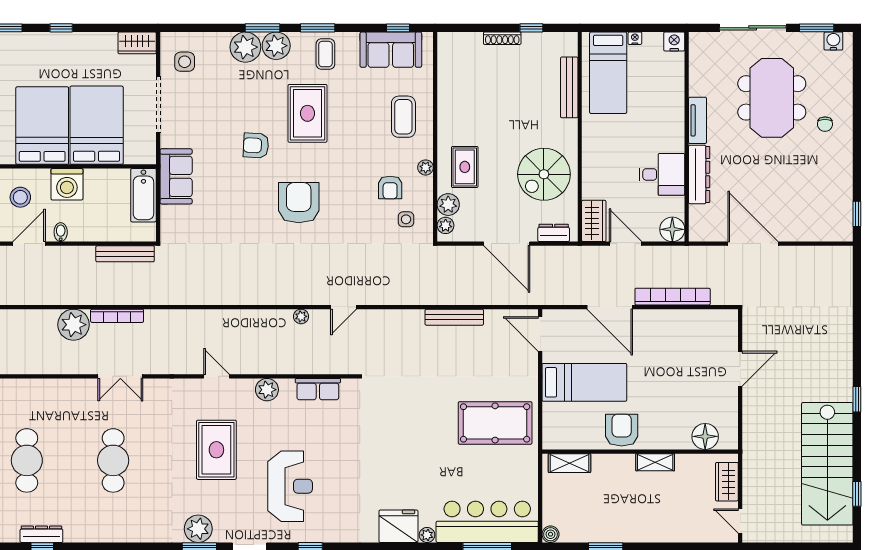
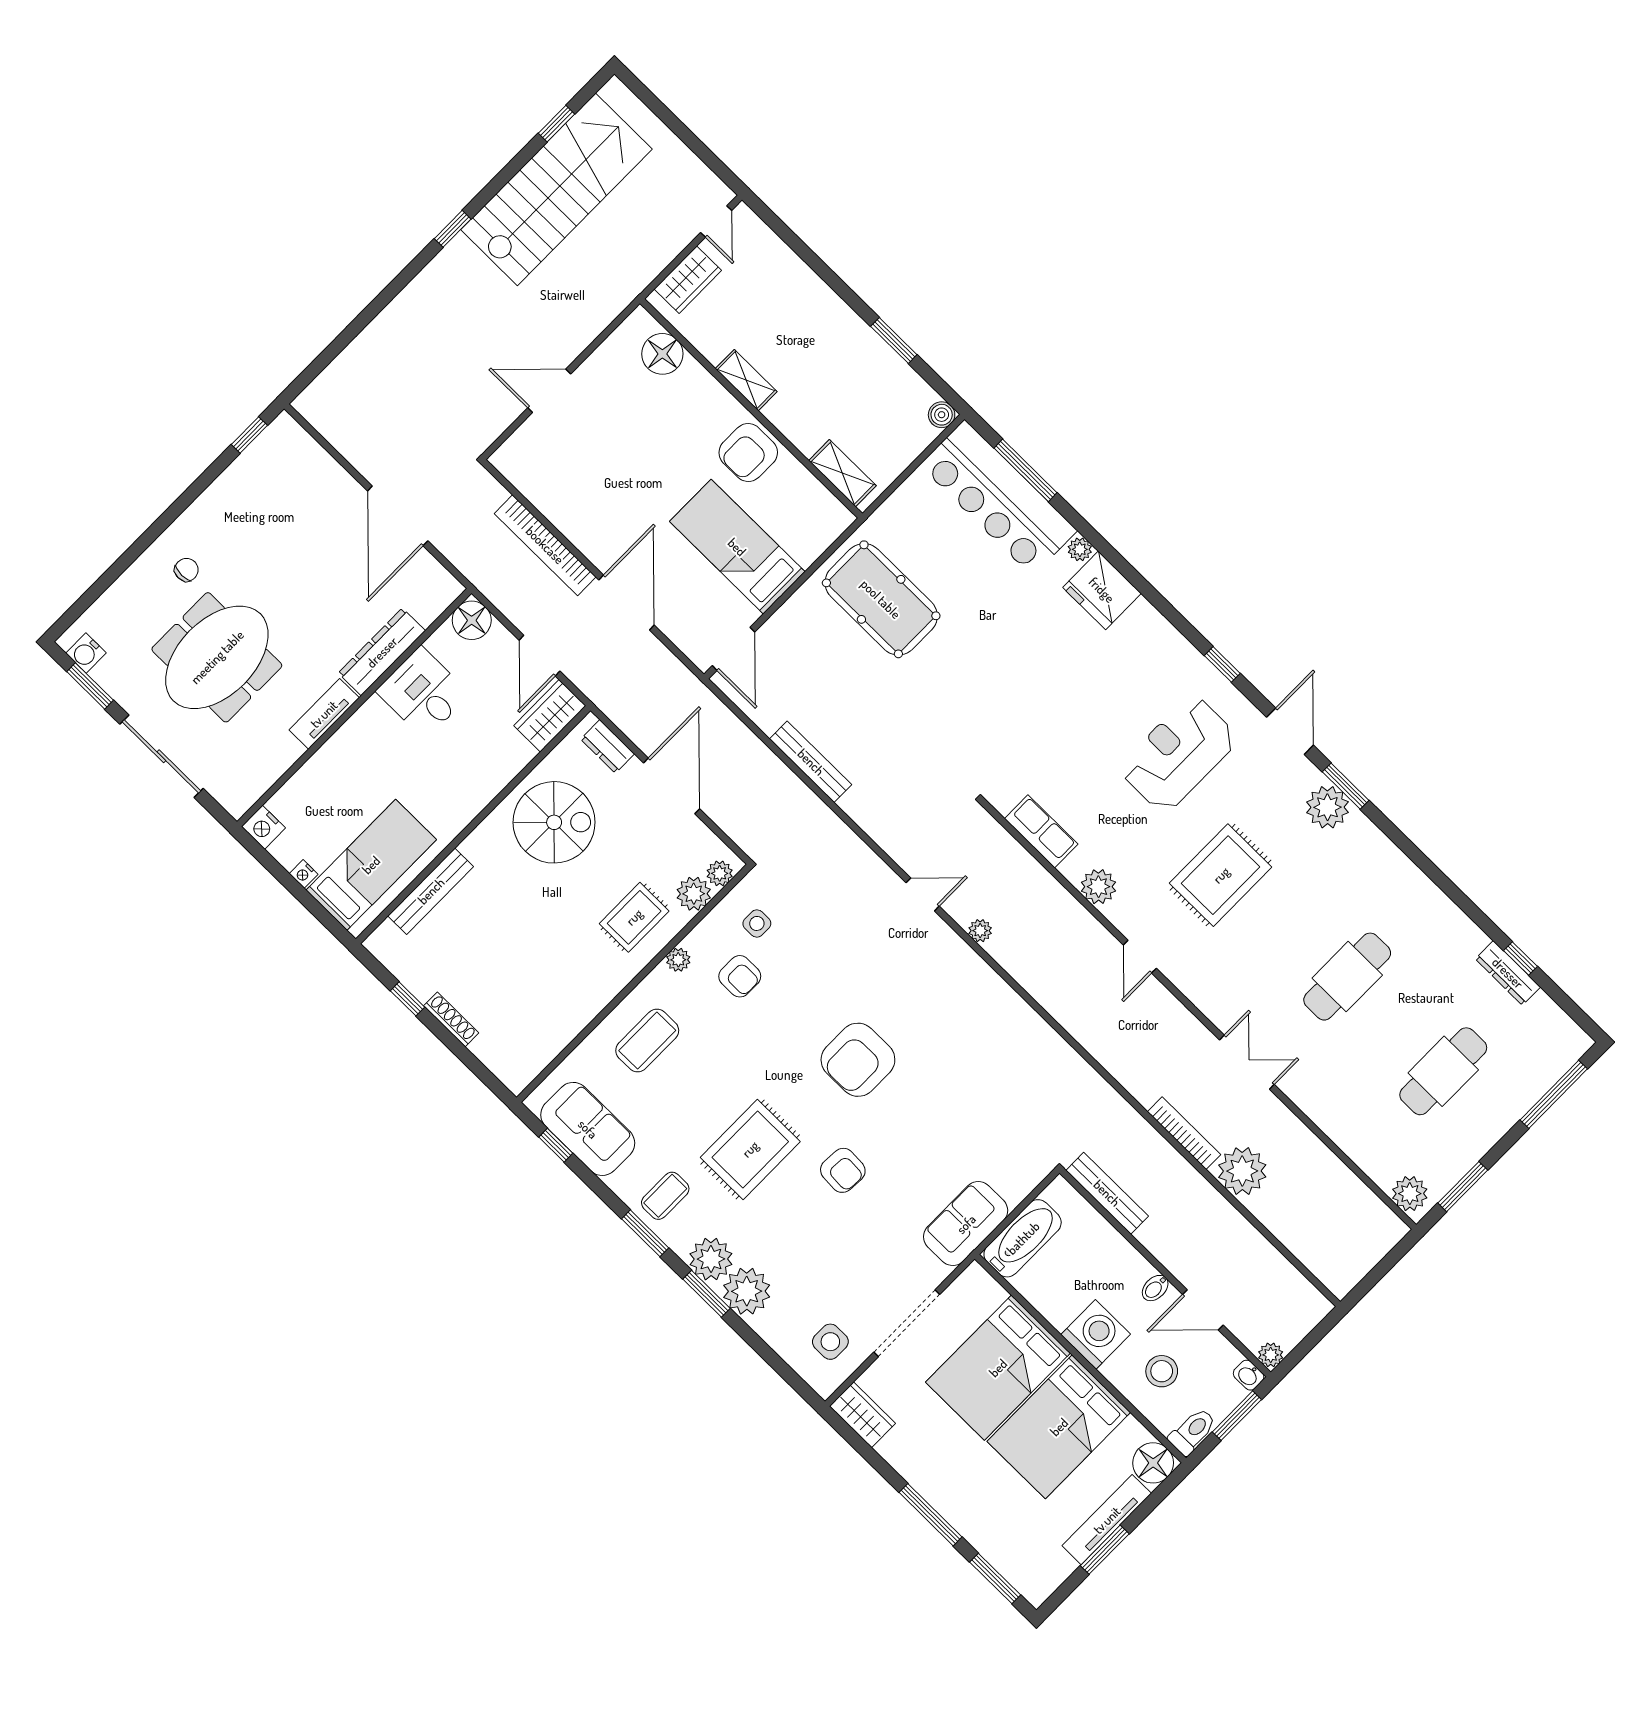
window: (61, 28) -> (931, 1515), width x2.17
armchair: (390, 188) -> (740, 976), turned 90

